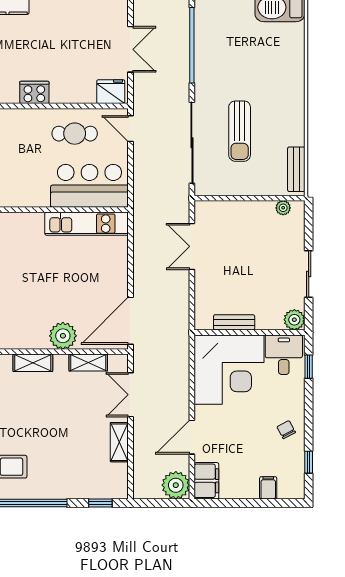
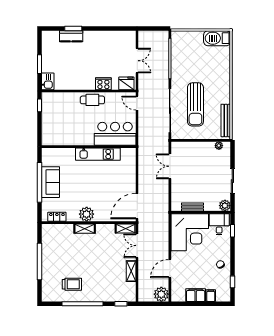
cooker: (34, 92) -> (103, 84), moved
sun lounger: (240, 131) -> (195, 104), width x1.36, depth x1.34
cafe table: (75, 134) -> (92, 100), moved
bench: (296, 169) -> (226, 121), width x1.36
kitchen unit: (87, 224) -> (98, 154), moved
plant: (63, 336) -> (87, 214), moved
shelving: (88, 363) -> (126, 229), moved
filing cabinet: (206, 481) -> (196, 295), moved, turned -90

